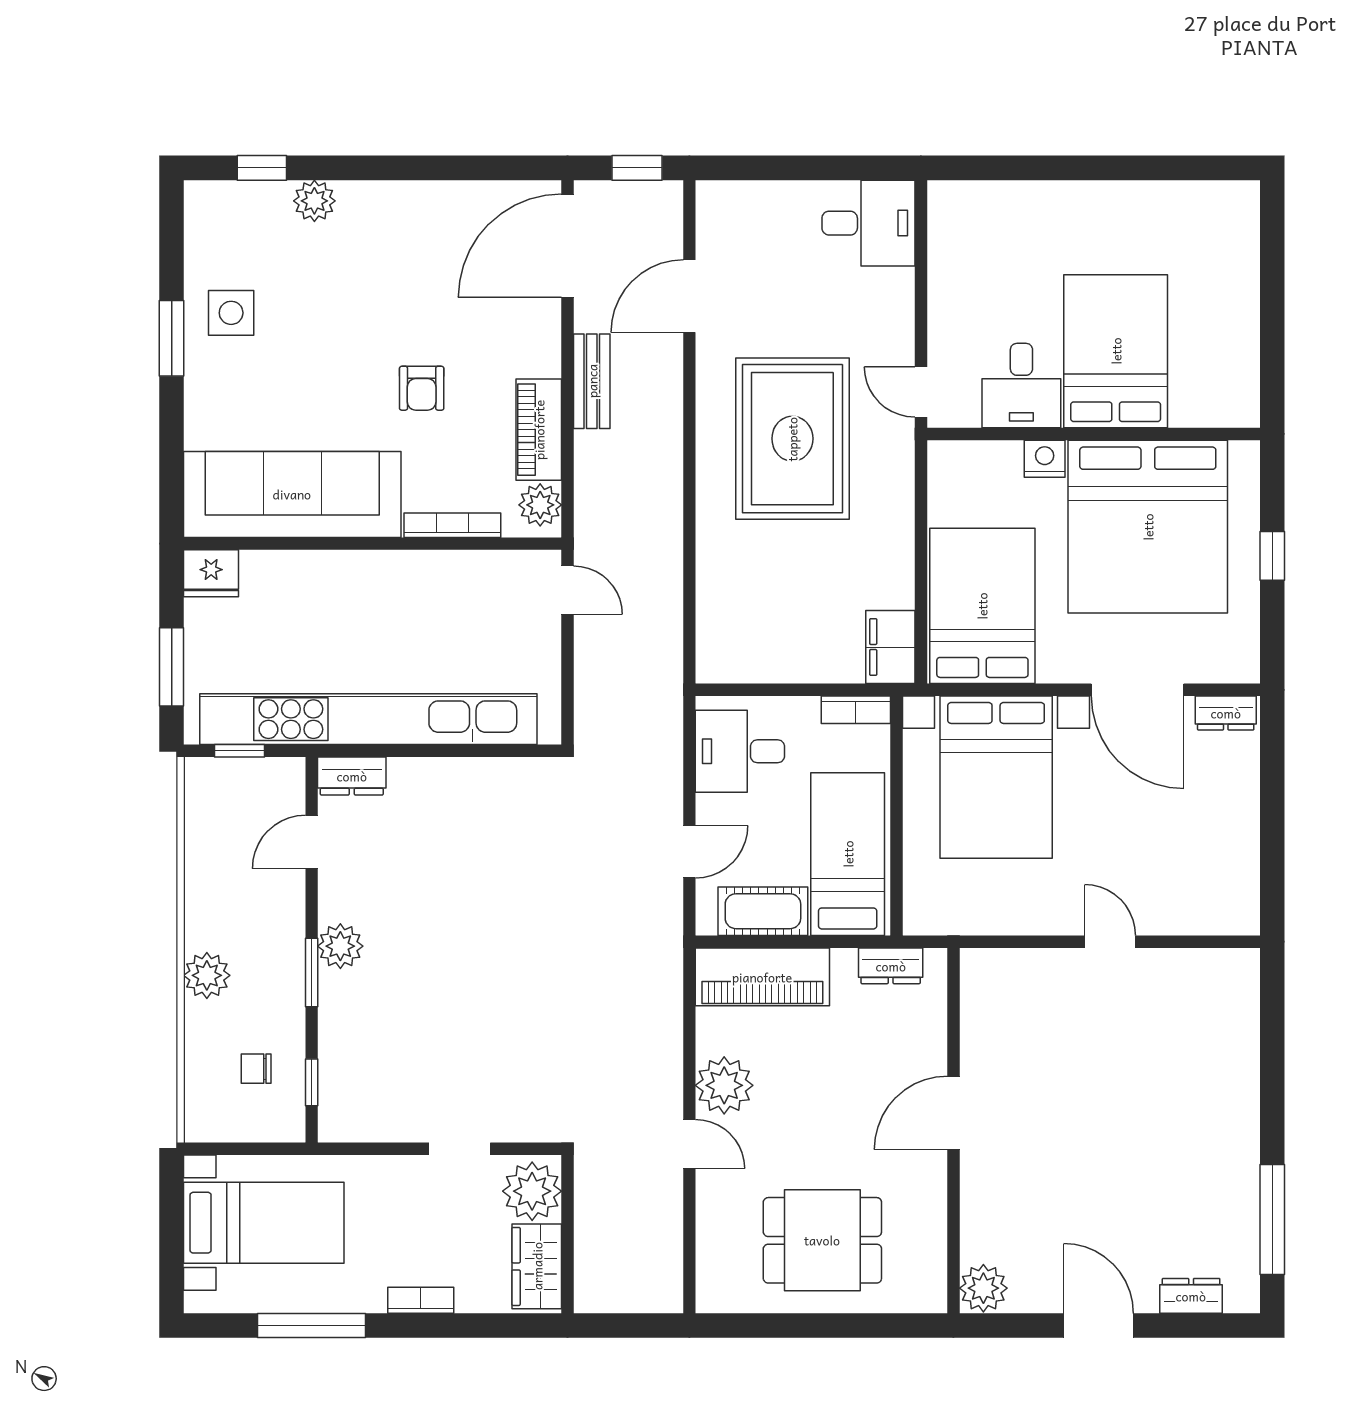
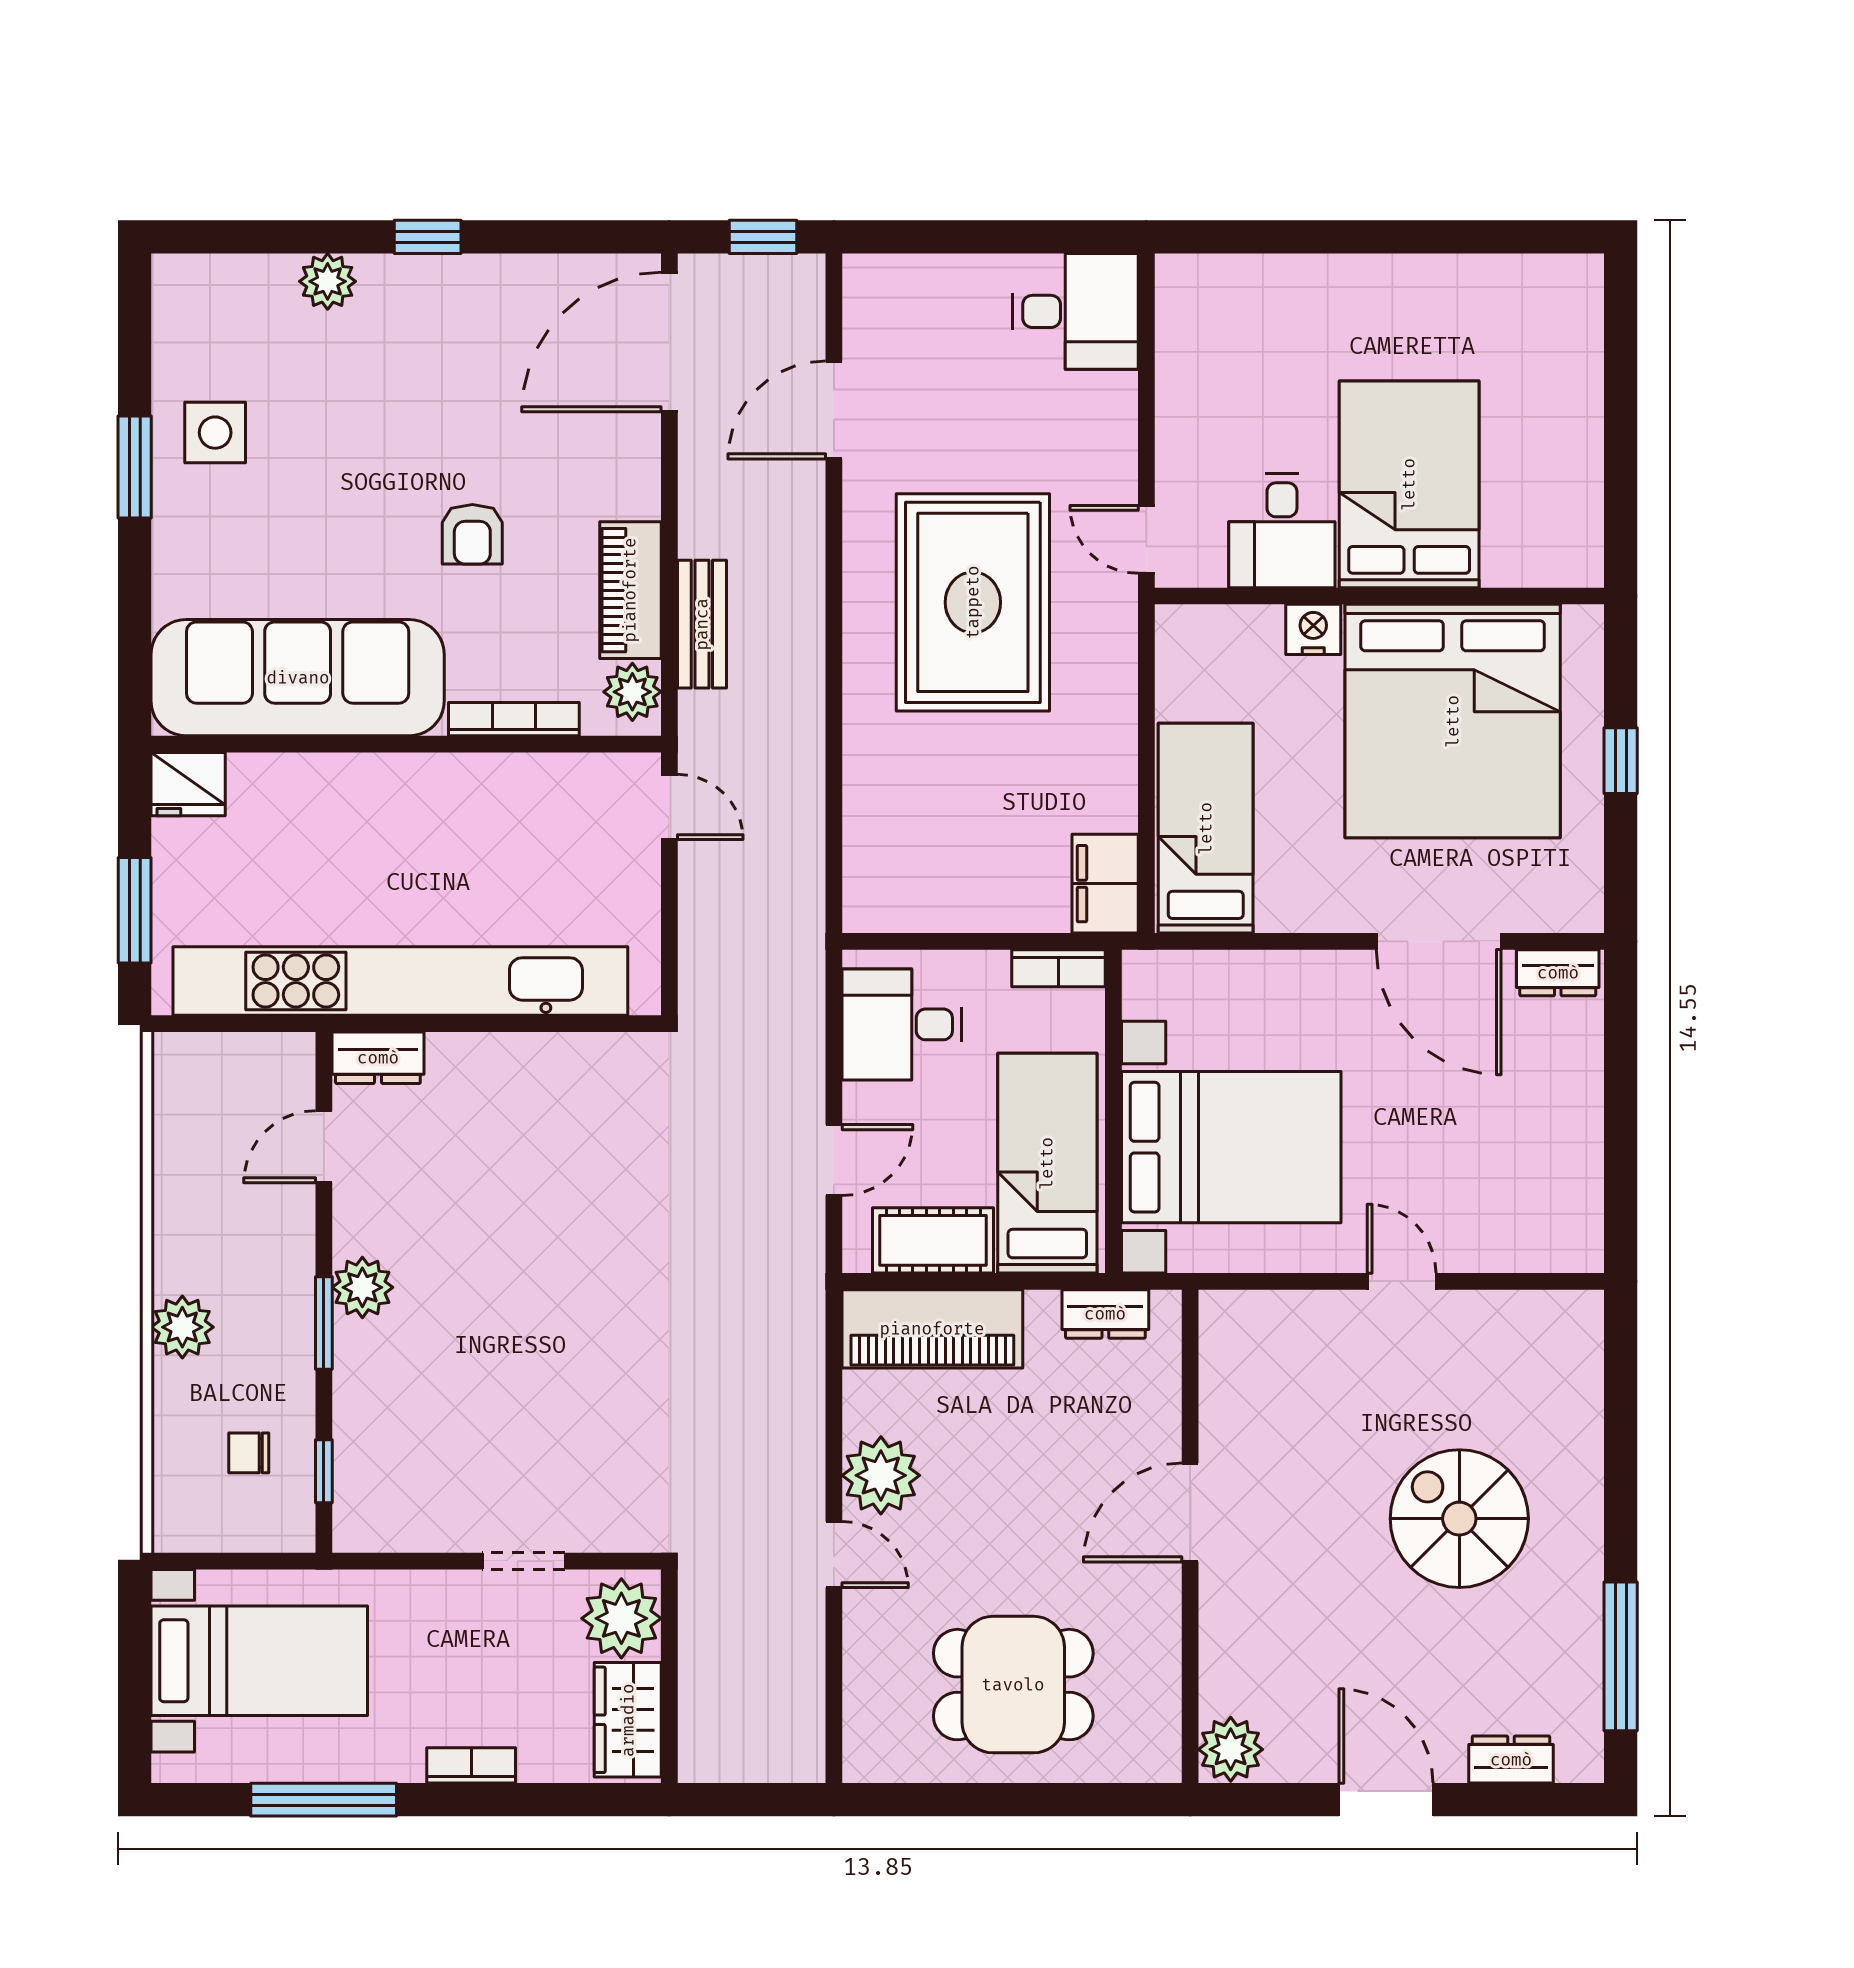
window: (262, 168) -> (428, 237), moved
bench: (592, 381) -> (702, 624), moved
bed: (982, 606) -> (1206, 828), width x0.67
window: (239, 751) -> (226, 1024), removed
bed with nightstands: (996, 777) -> (1231, 1147), moved, turned -90
spiral stairs: (1153, 1117) -> (1459, 1519), added

